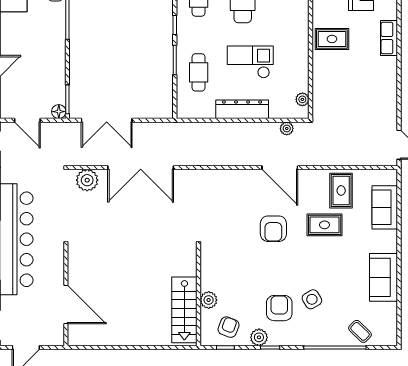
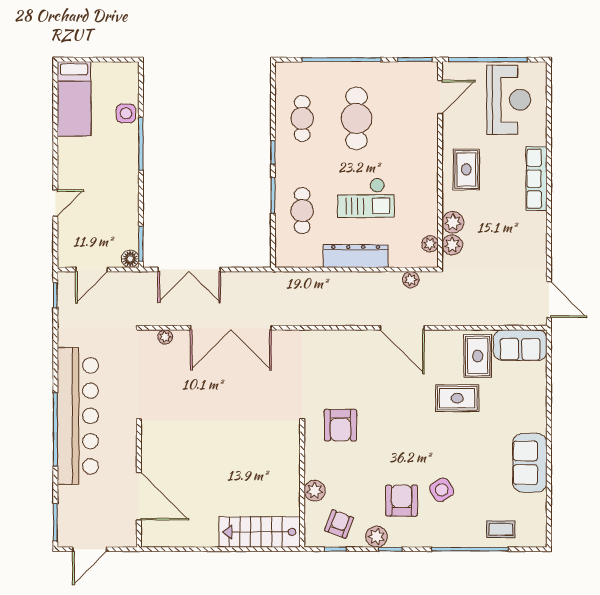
row of seats: (389, 38) -> (537, 179), width x1.48
rug: (332, 39) -> (466, 169), turned 90
checkout: (250, 62) -> (366, 198), turned 180
plant: (321, 82) -> (453, 222), added
plant: (320, 100) -> (452, 245), added
door: (27, 120) -> (92, 269), hinge flipped
plant: (87, 180) -> (165, 337), width x0.53, depth x0.53
sofa: (385, 207) -> (520, 345), moved, turned -90
armchair: (273, 229) -> (340, 425), moved
stairs: (184, 310) -> (260, 532), moved, turned 90
coffee table: (360, 331) -> (501, 529), turned -44

